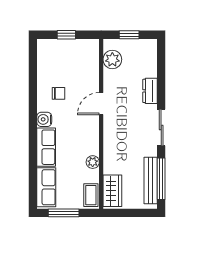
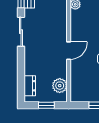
dresser: (150, 91) -> (30, 86), moved

